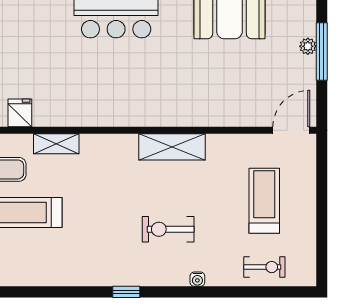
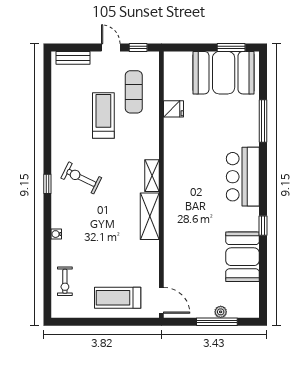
shelving: (56, 144) -> (152, 176), moved
treadmill: (264, 201) -> (118, 298), moved, turned 180
exercise bike: (168, 229) -> (81, 178), moved, turned -64

